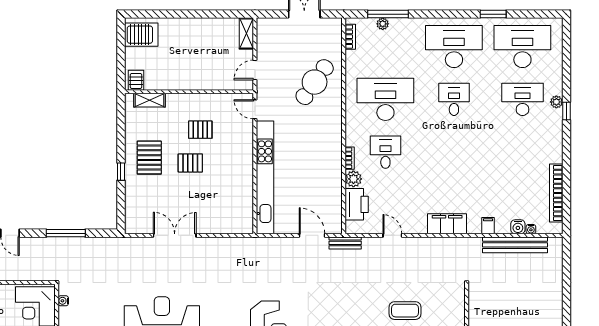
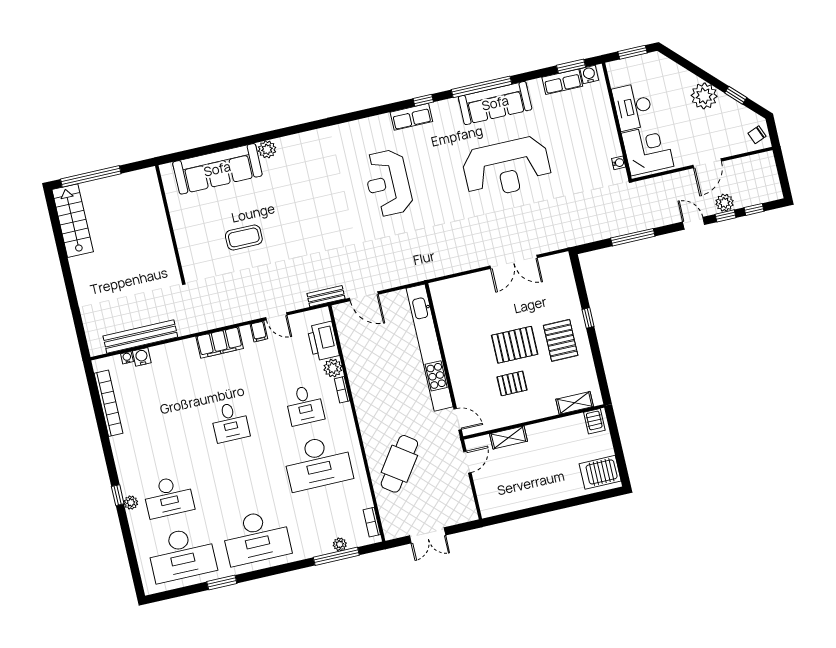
shelving: (246, 33) -> (508, 438), moved, turned 90
desk: (454, 99) -> (230, 422), moved
pallet: (190, 163) -> (515, 345), width x1.50, depth x1.42
filing cabinet: (488, 226) -> (259, 331), moved

